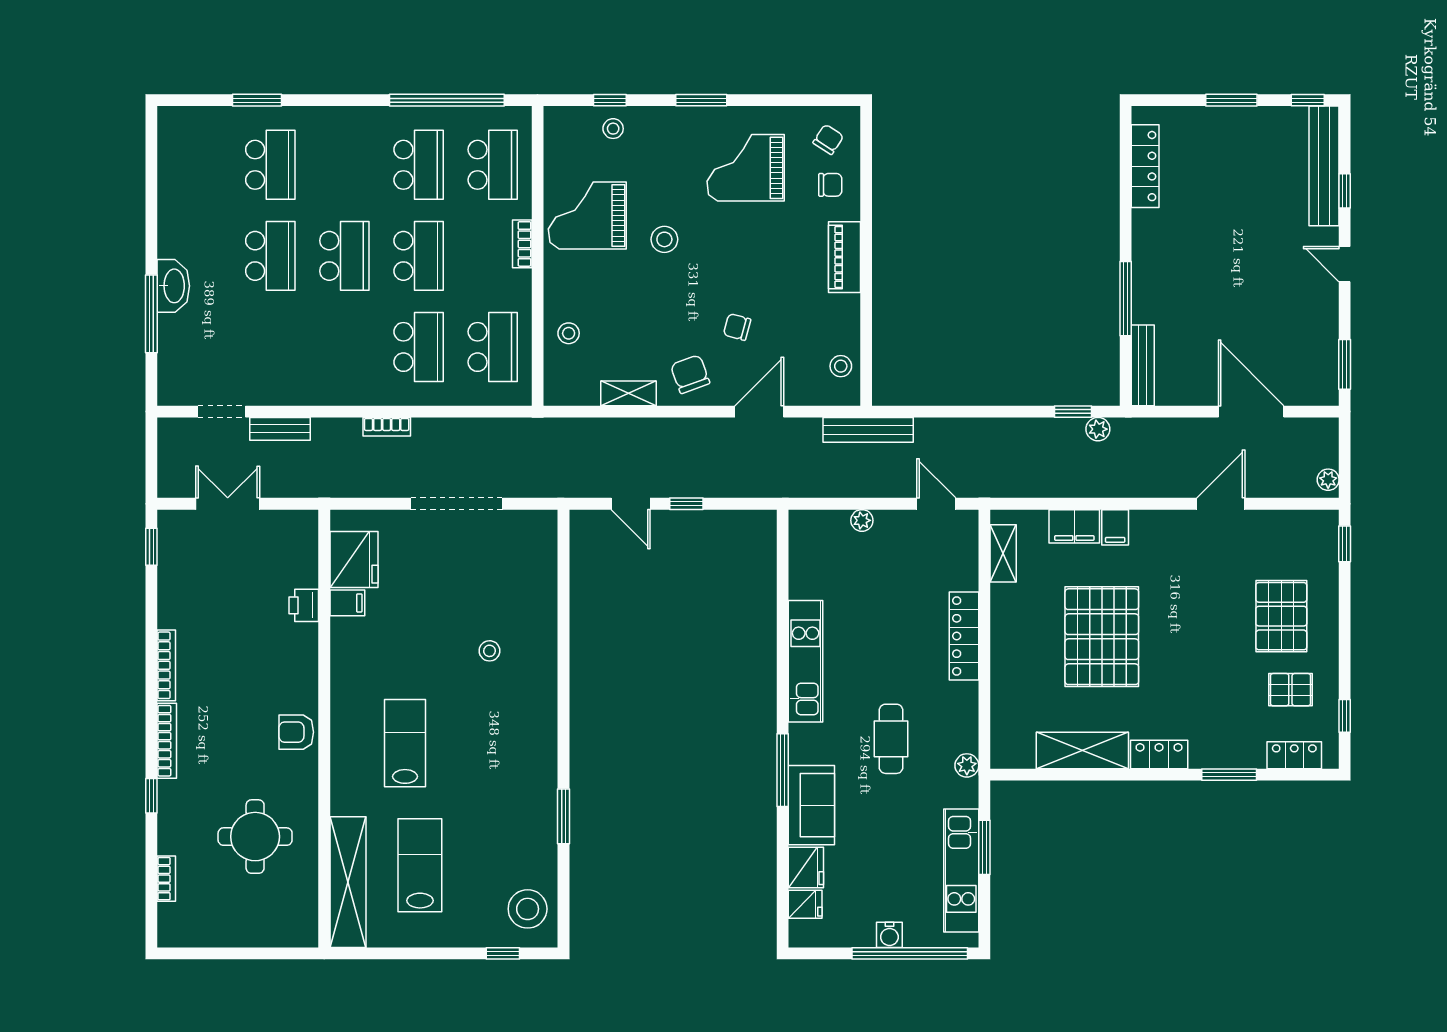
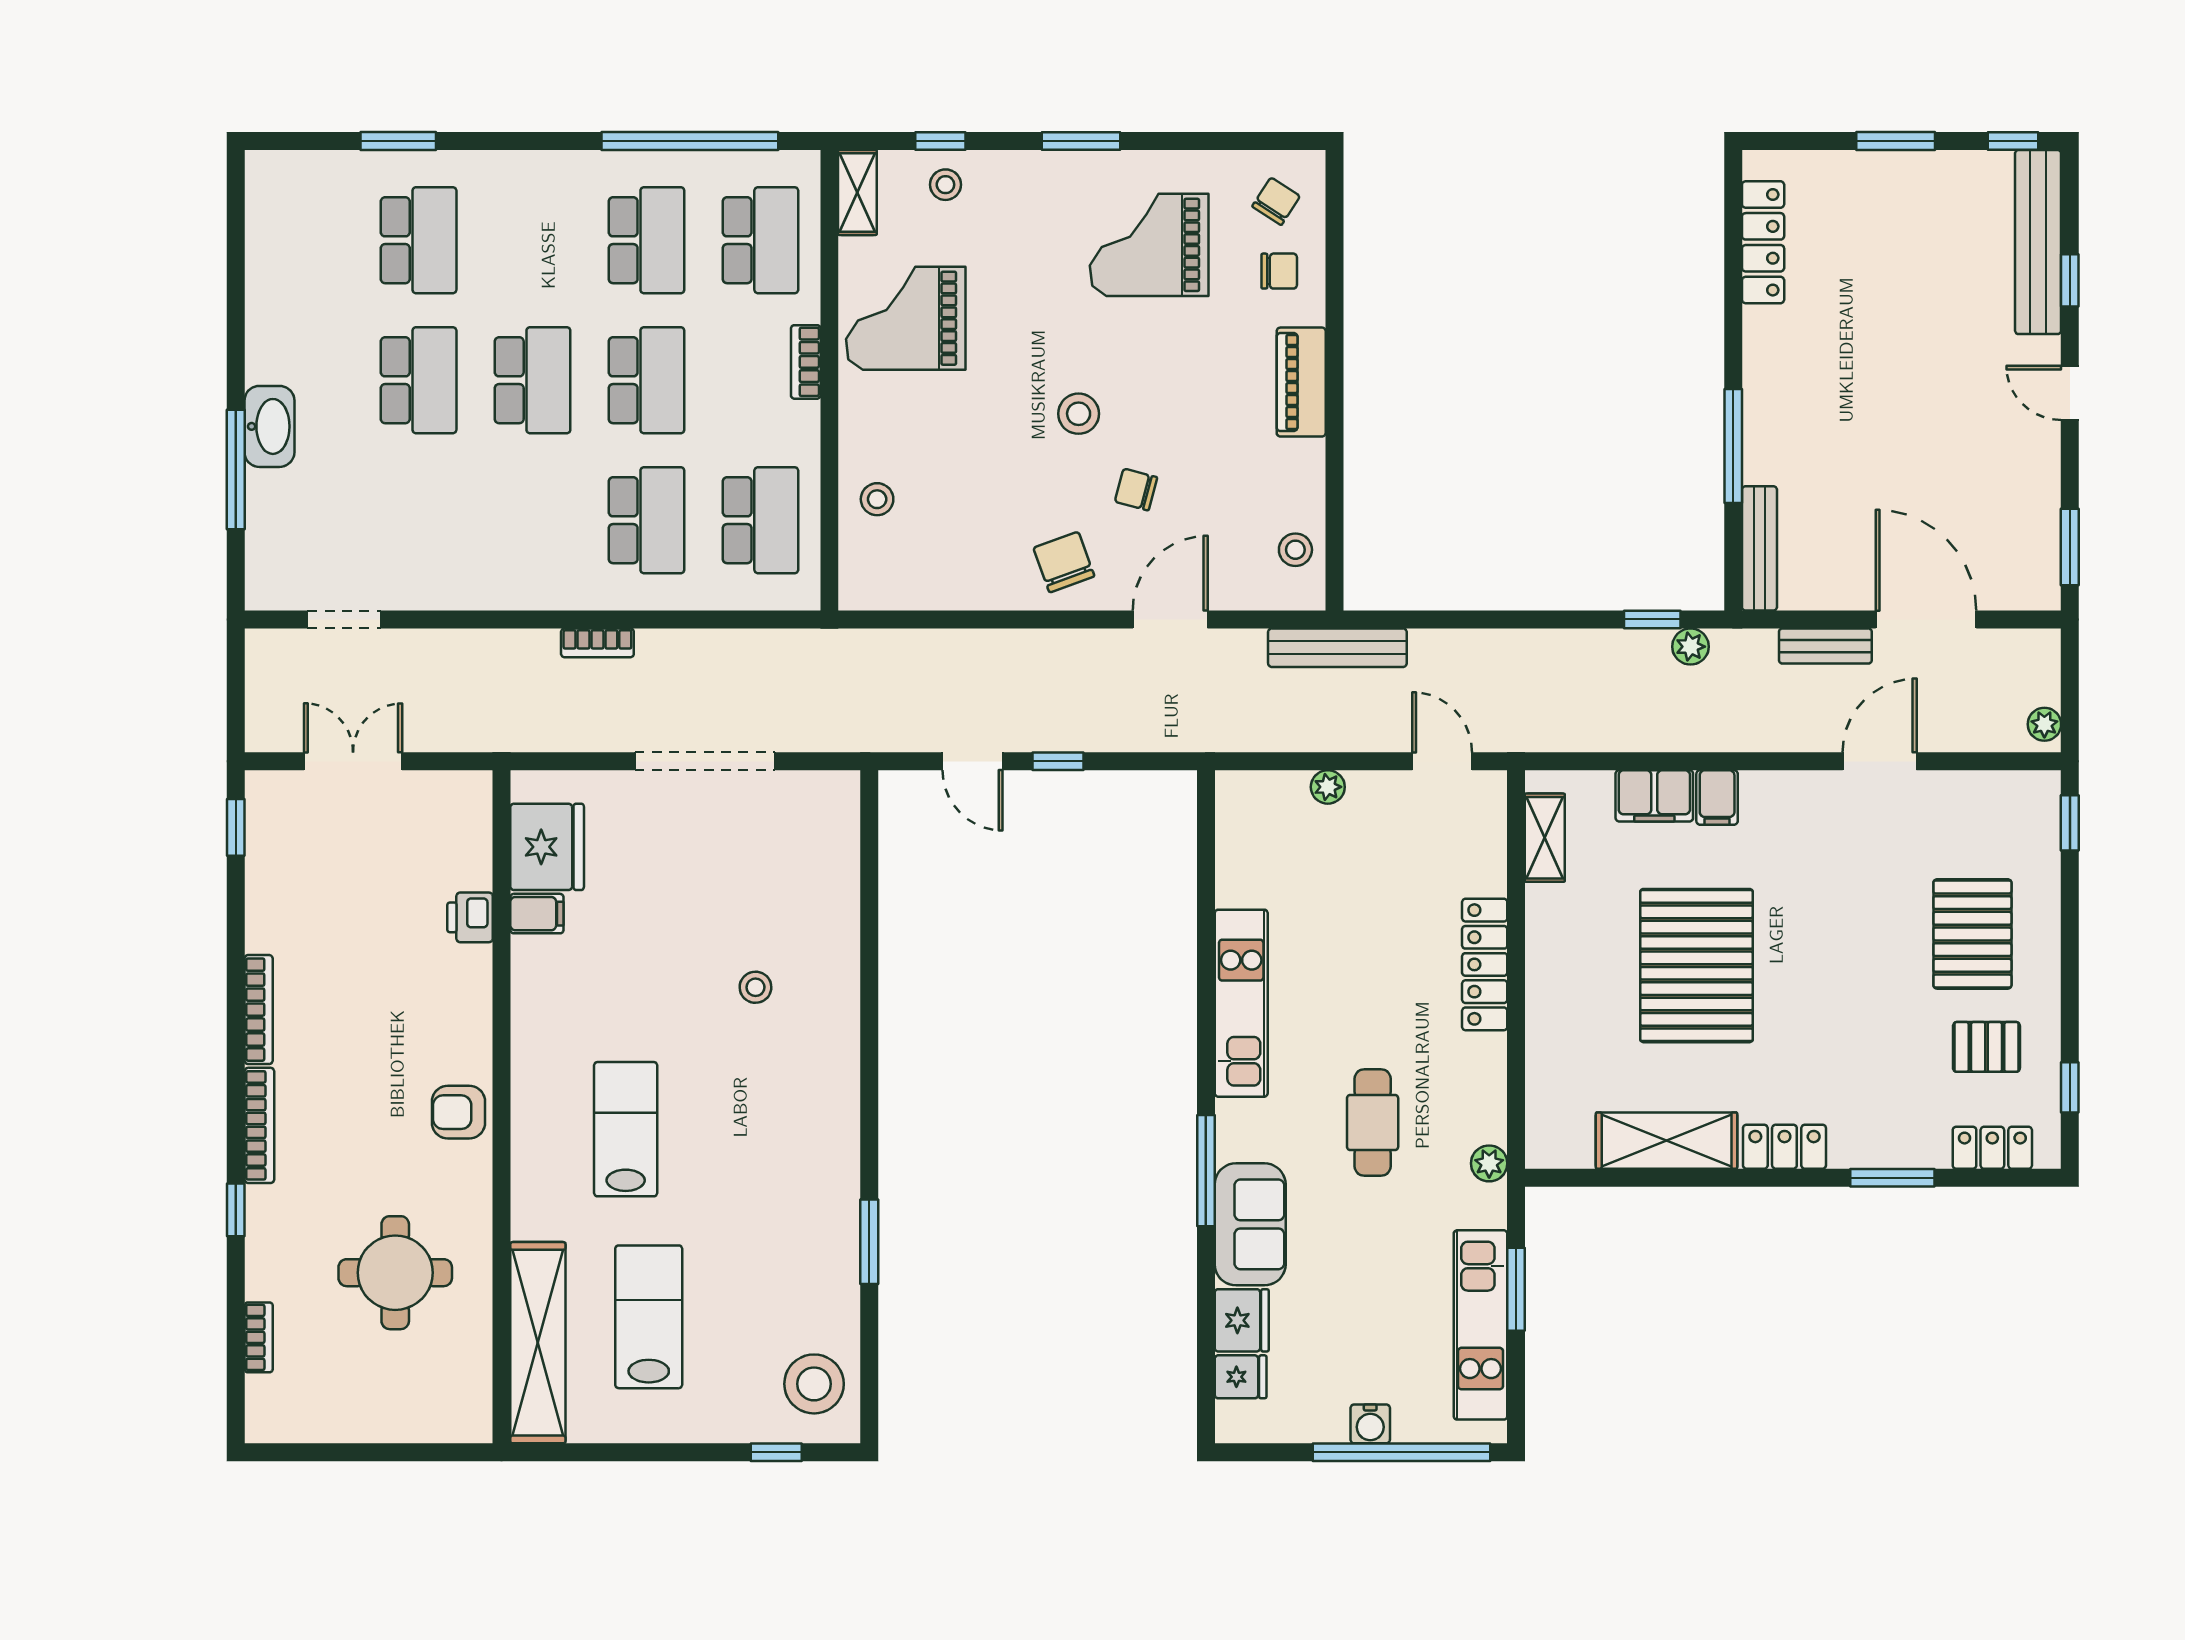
stool: (664, 239) -> (1079, 414), moved
shelving: (628, 393) -> (857, 192), moved, turned 90
bench: (280, 429) -> (1825, 646), moved

